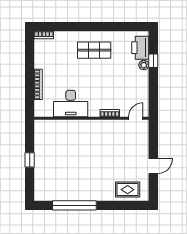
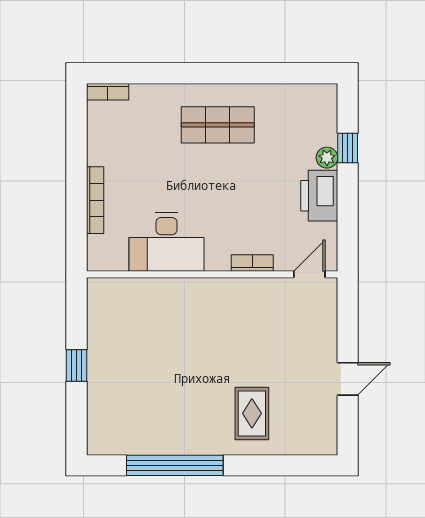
printer: (140, 48) -> (319, 196), moved
rug: (128, 190) -> (252, 413), moved, turned 90

